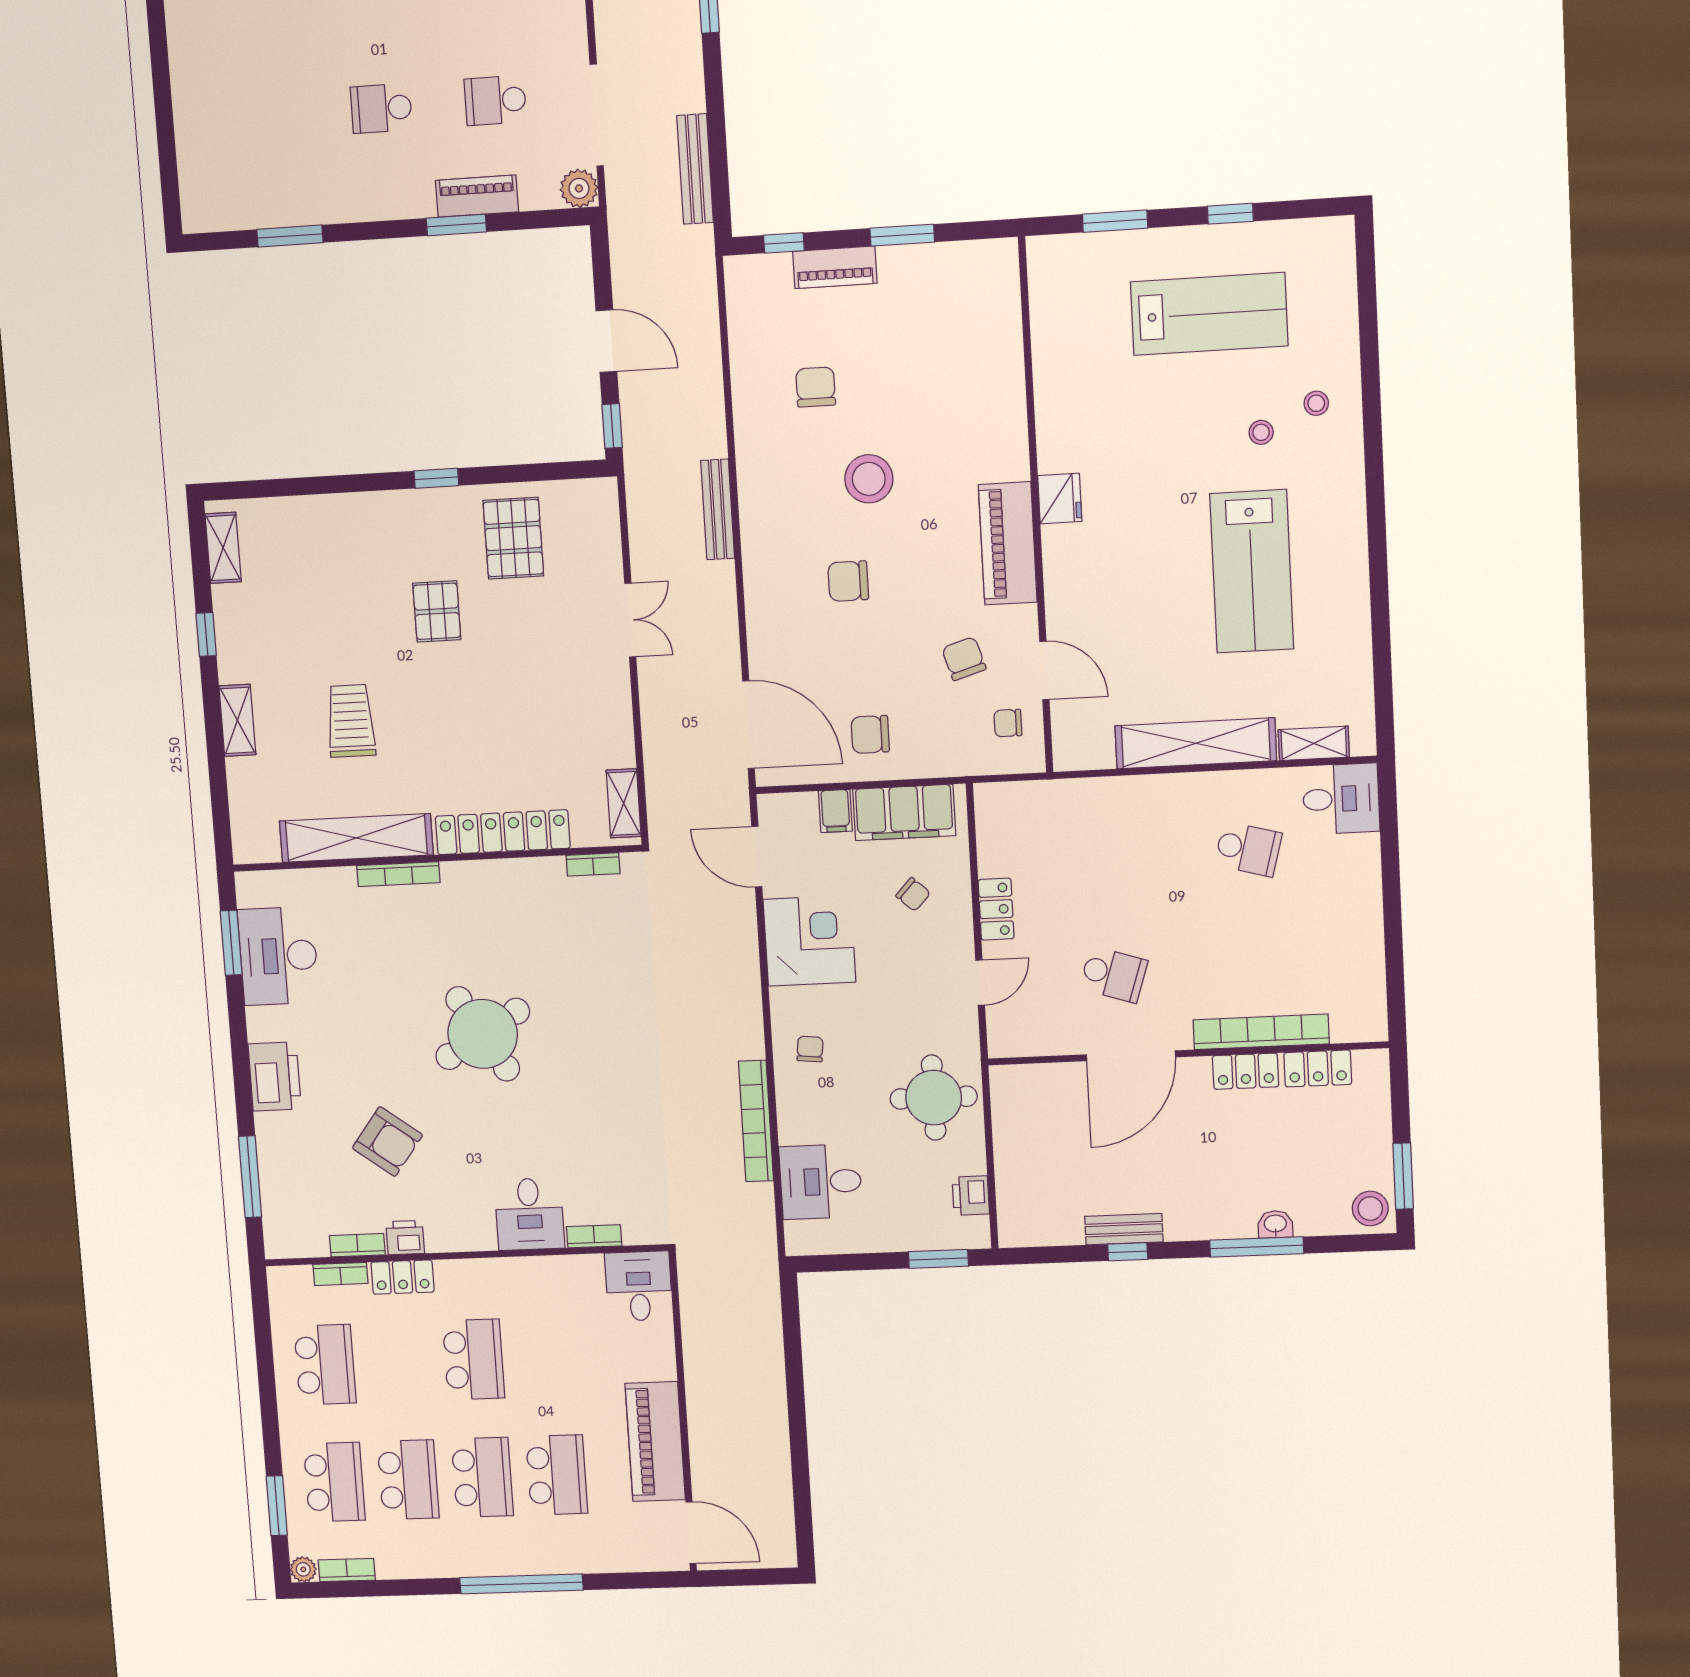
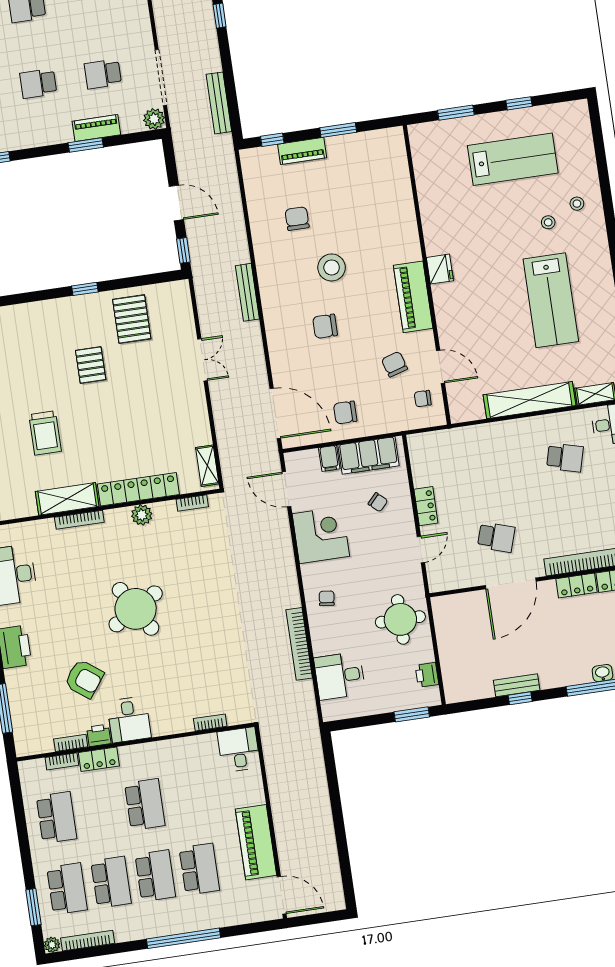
trolley: (351, 721) -> (45, 433), turned 180
shelving: (356, 838) -> (67, 499), width x0.68
plant: (505, 876) -> (142, 515), added
desk: (529, 1214) -> (129, 719), moved
bookcase: (347, 1570) -> (88, 941), width x1.56

